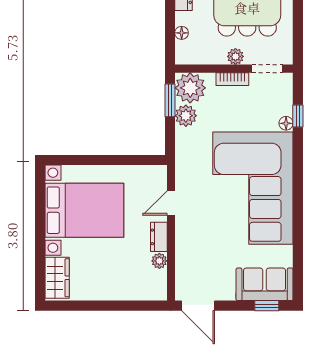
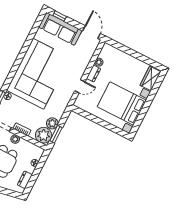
sofa: (265, 284) -> (60, 29), width x1.36

